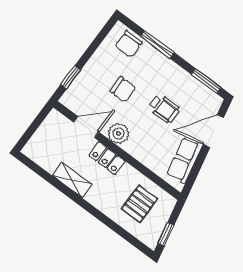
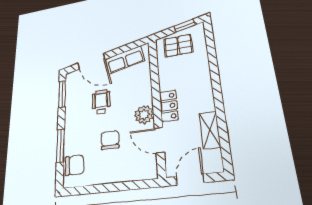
window: (71, 77) -> (132, 185), removed
door: (36, 123) -> (190, 180), added
shelving: (72, 180) -> (210, 130), moved
pallet: (140, 204) -> (178, 46), moved

